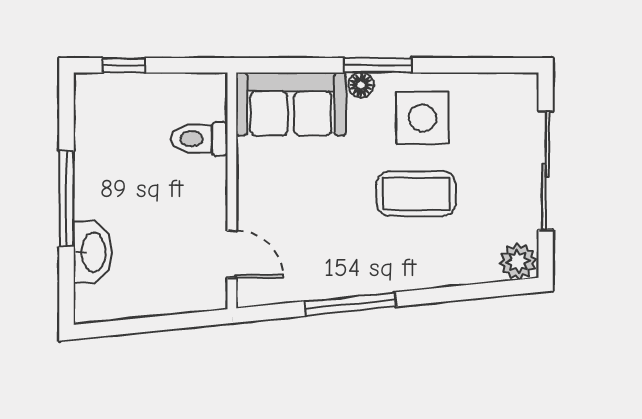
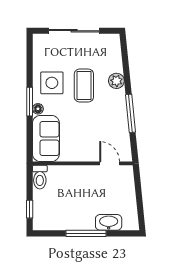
toilet: (199, 139) -> (40, 177), moved
door: (232, 254) -> (110, 163), hinge flipped
plant: (518, 261) -> (116, 81), moved

